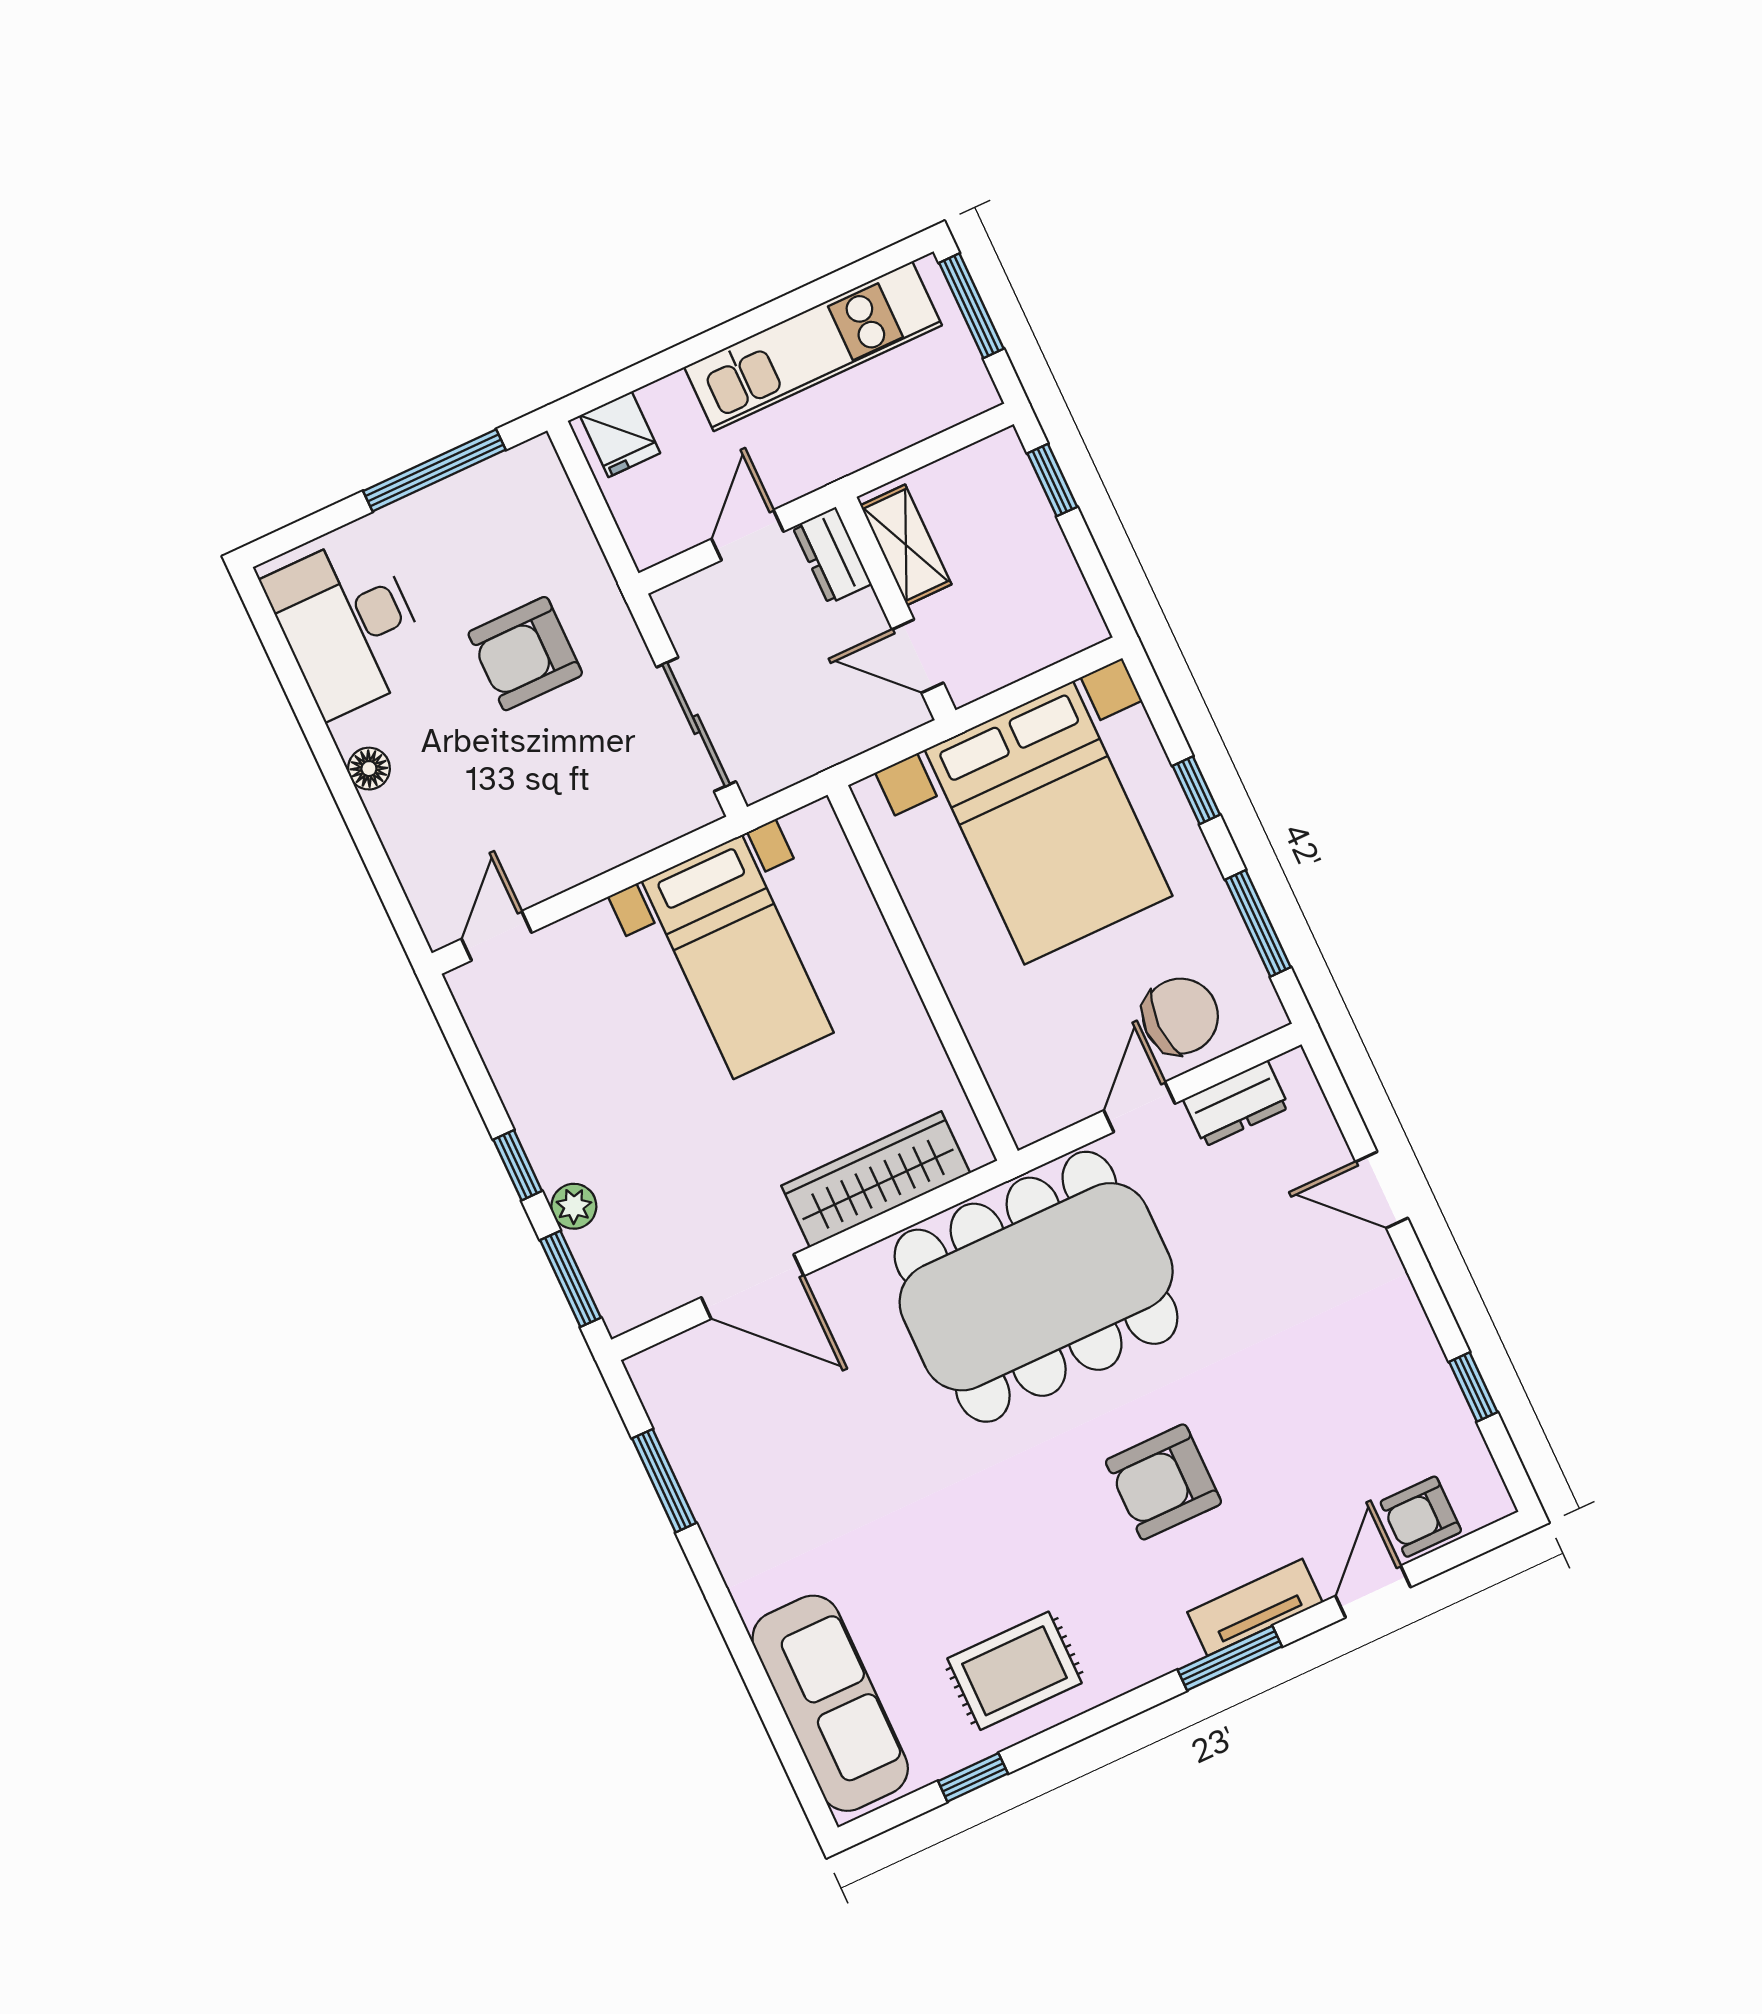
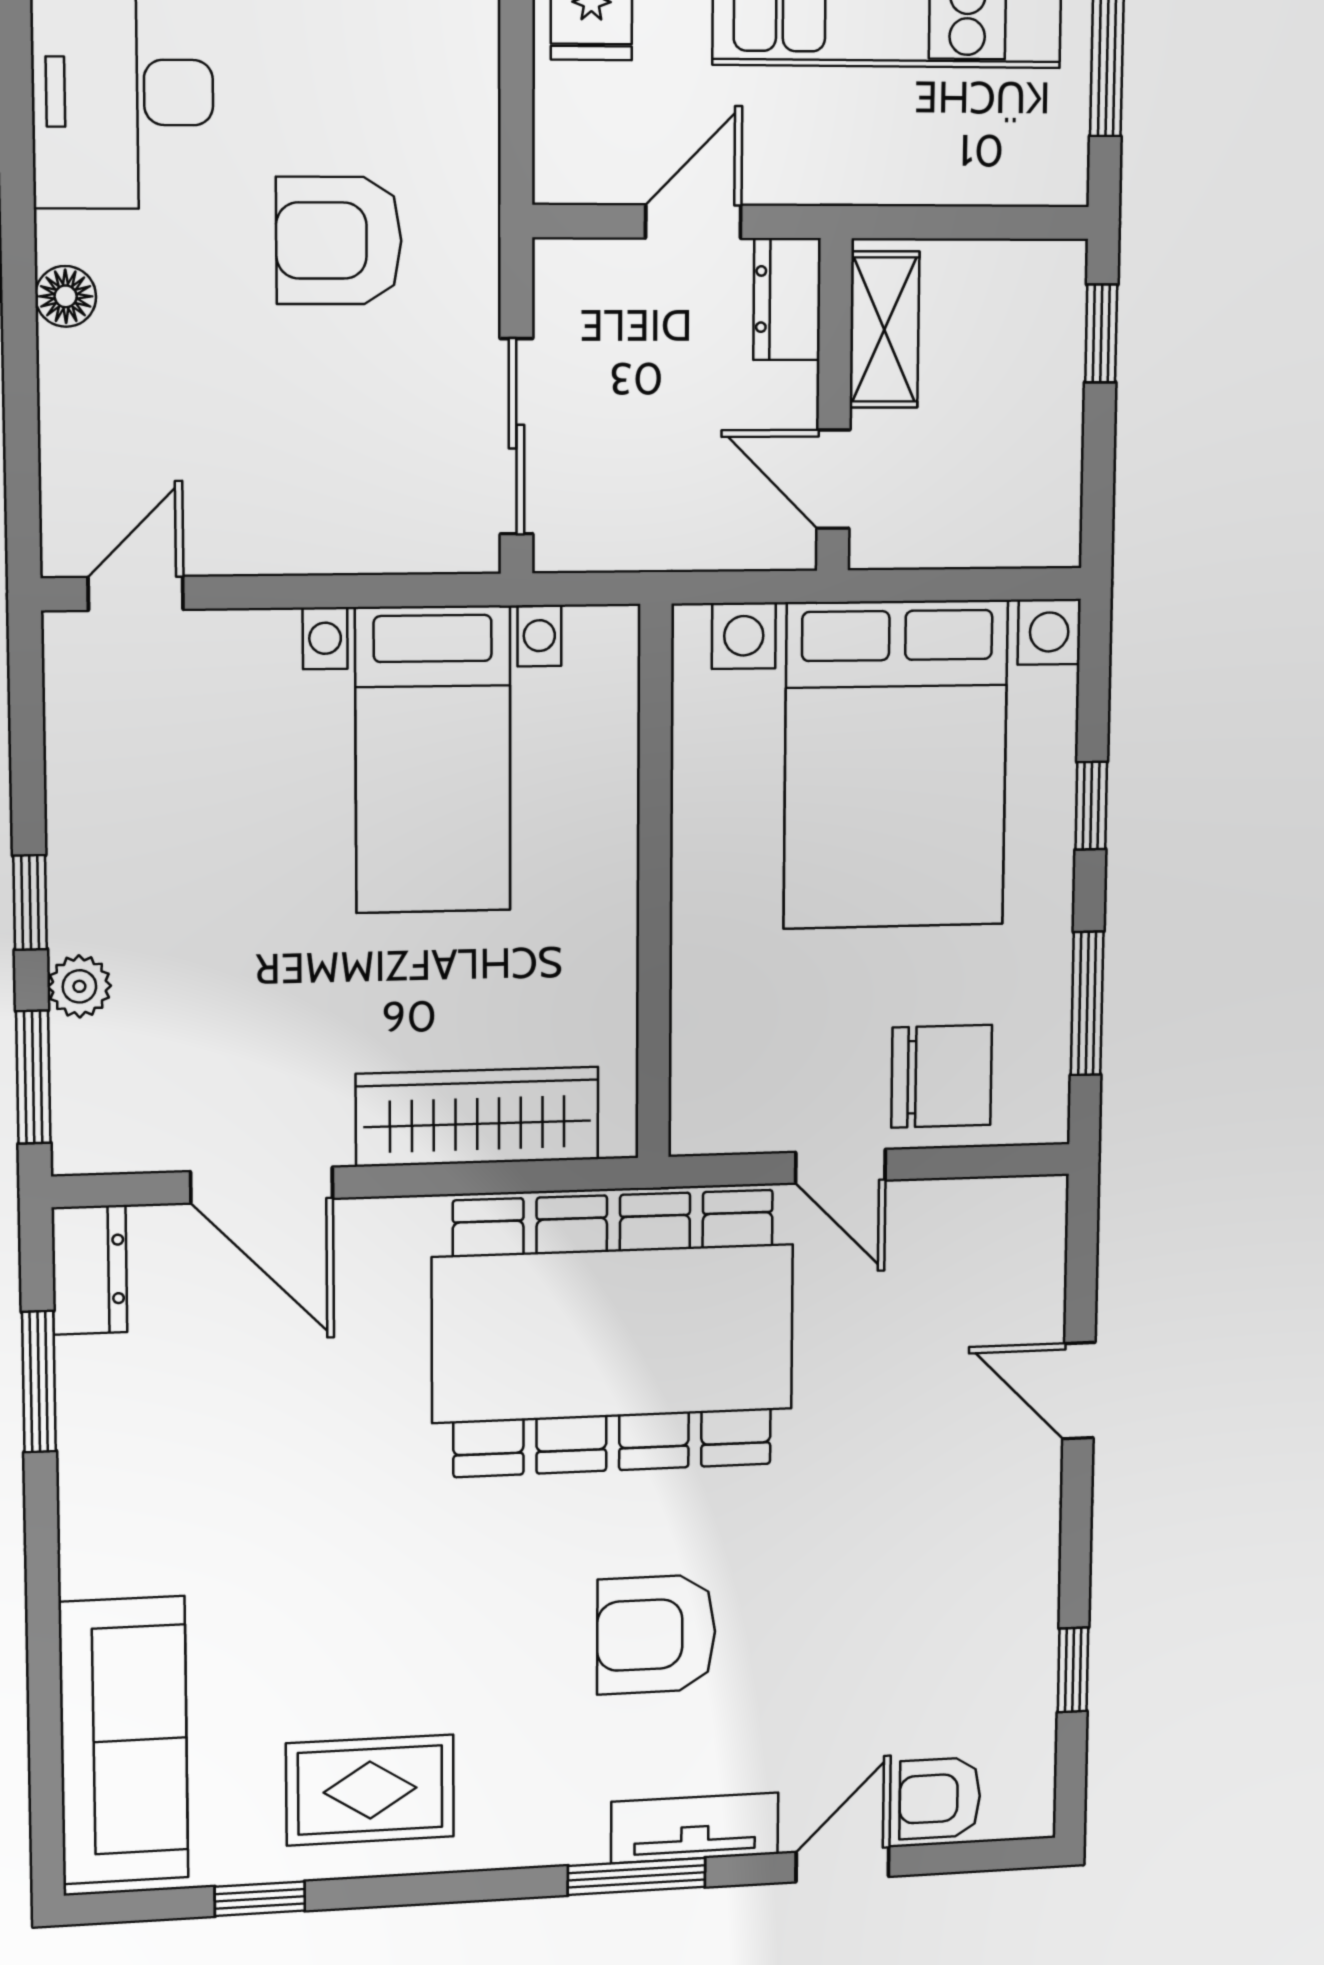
dresser: (1236, 1103) -> (89, 1270), moved, turned -90
door: (1139, 1107) -> (840, 1166), swing flipped

